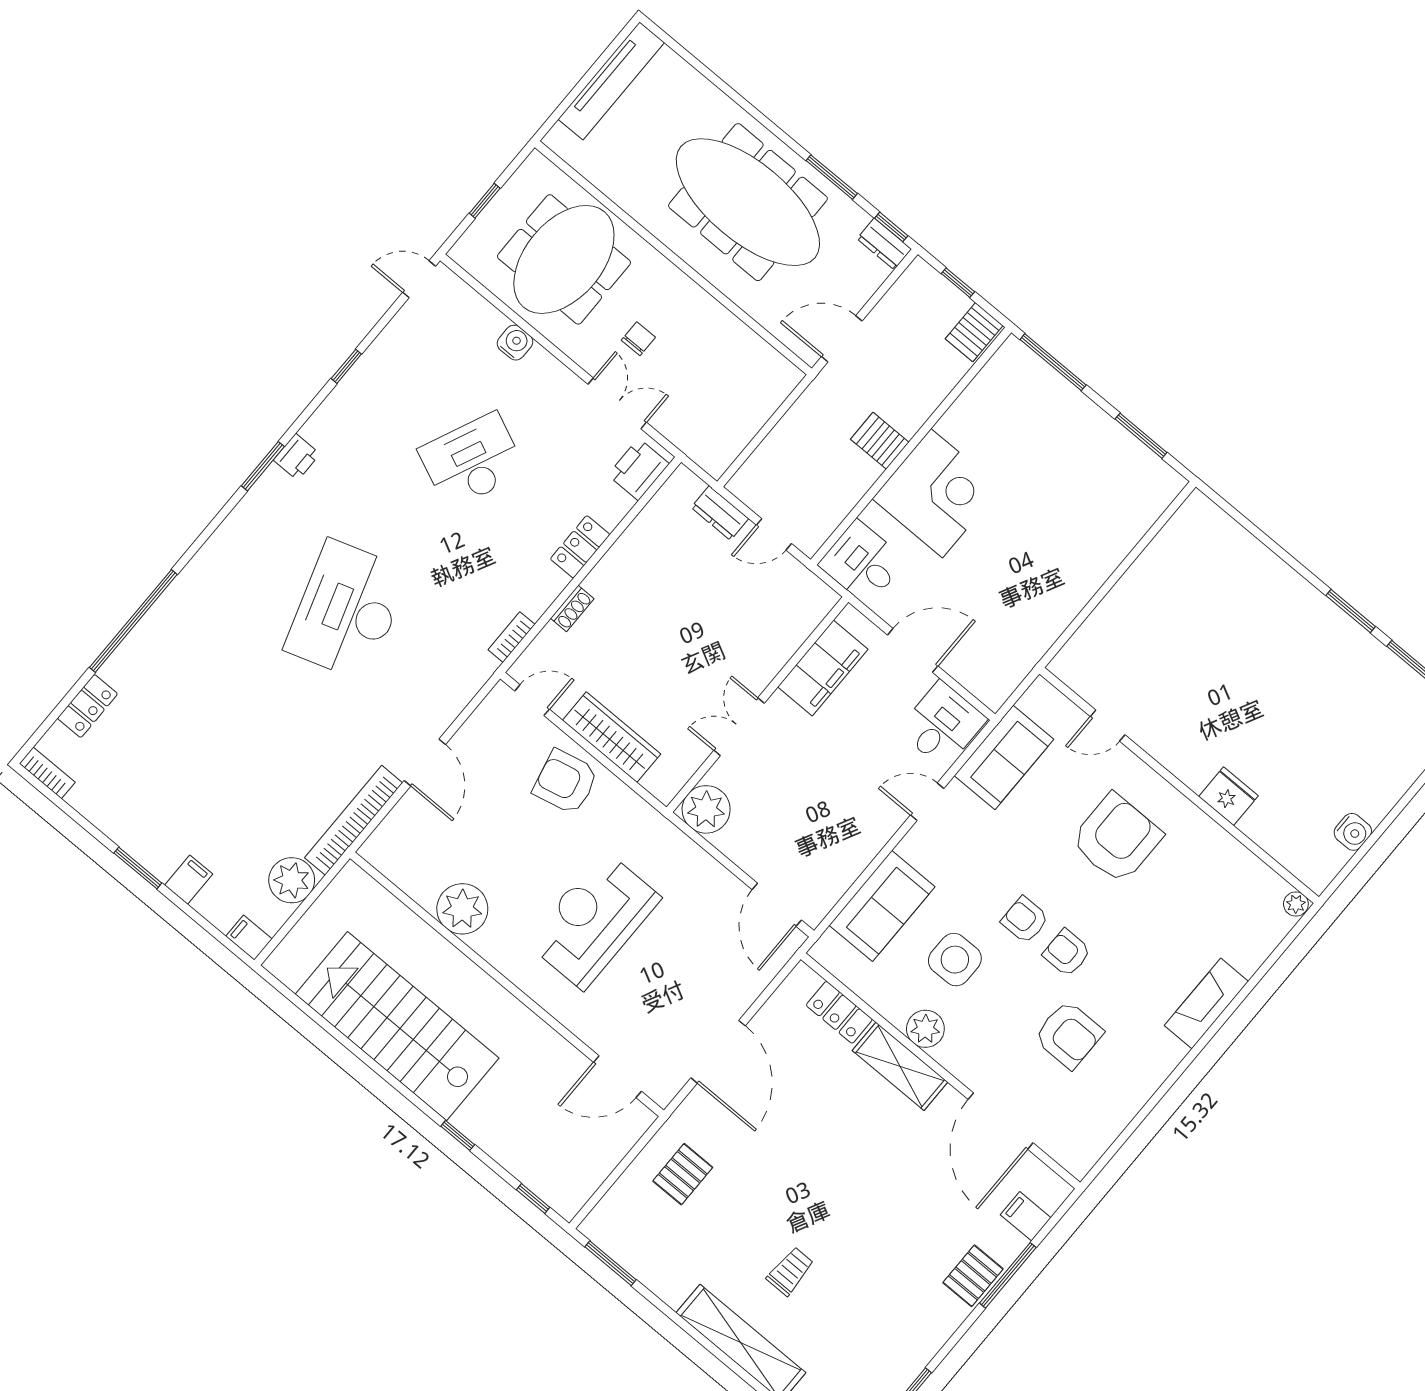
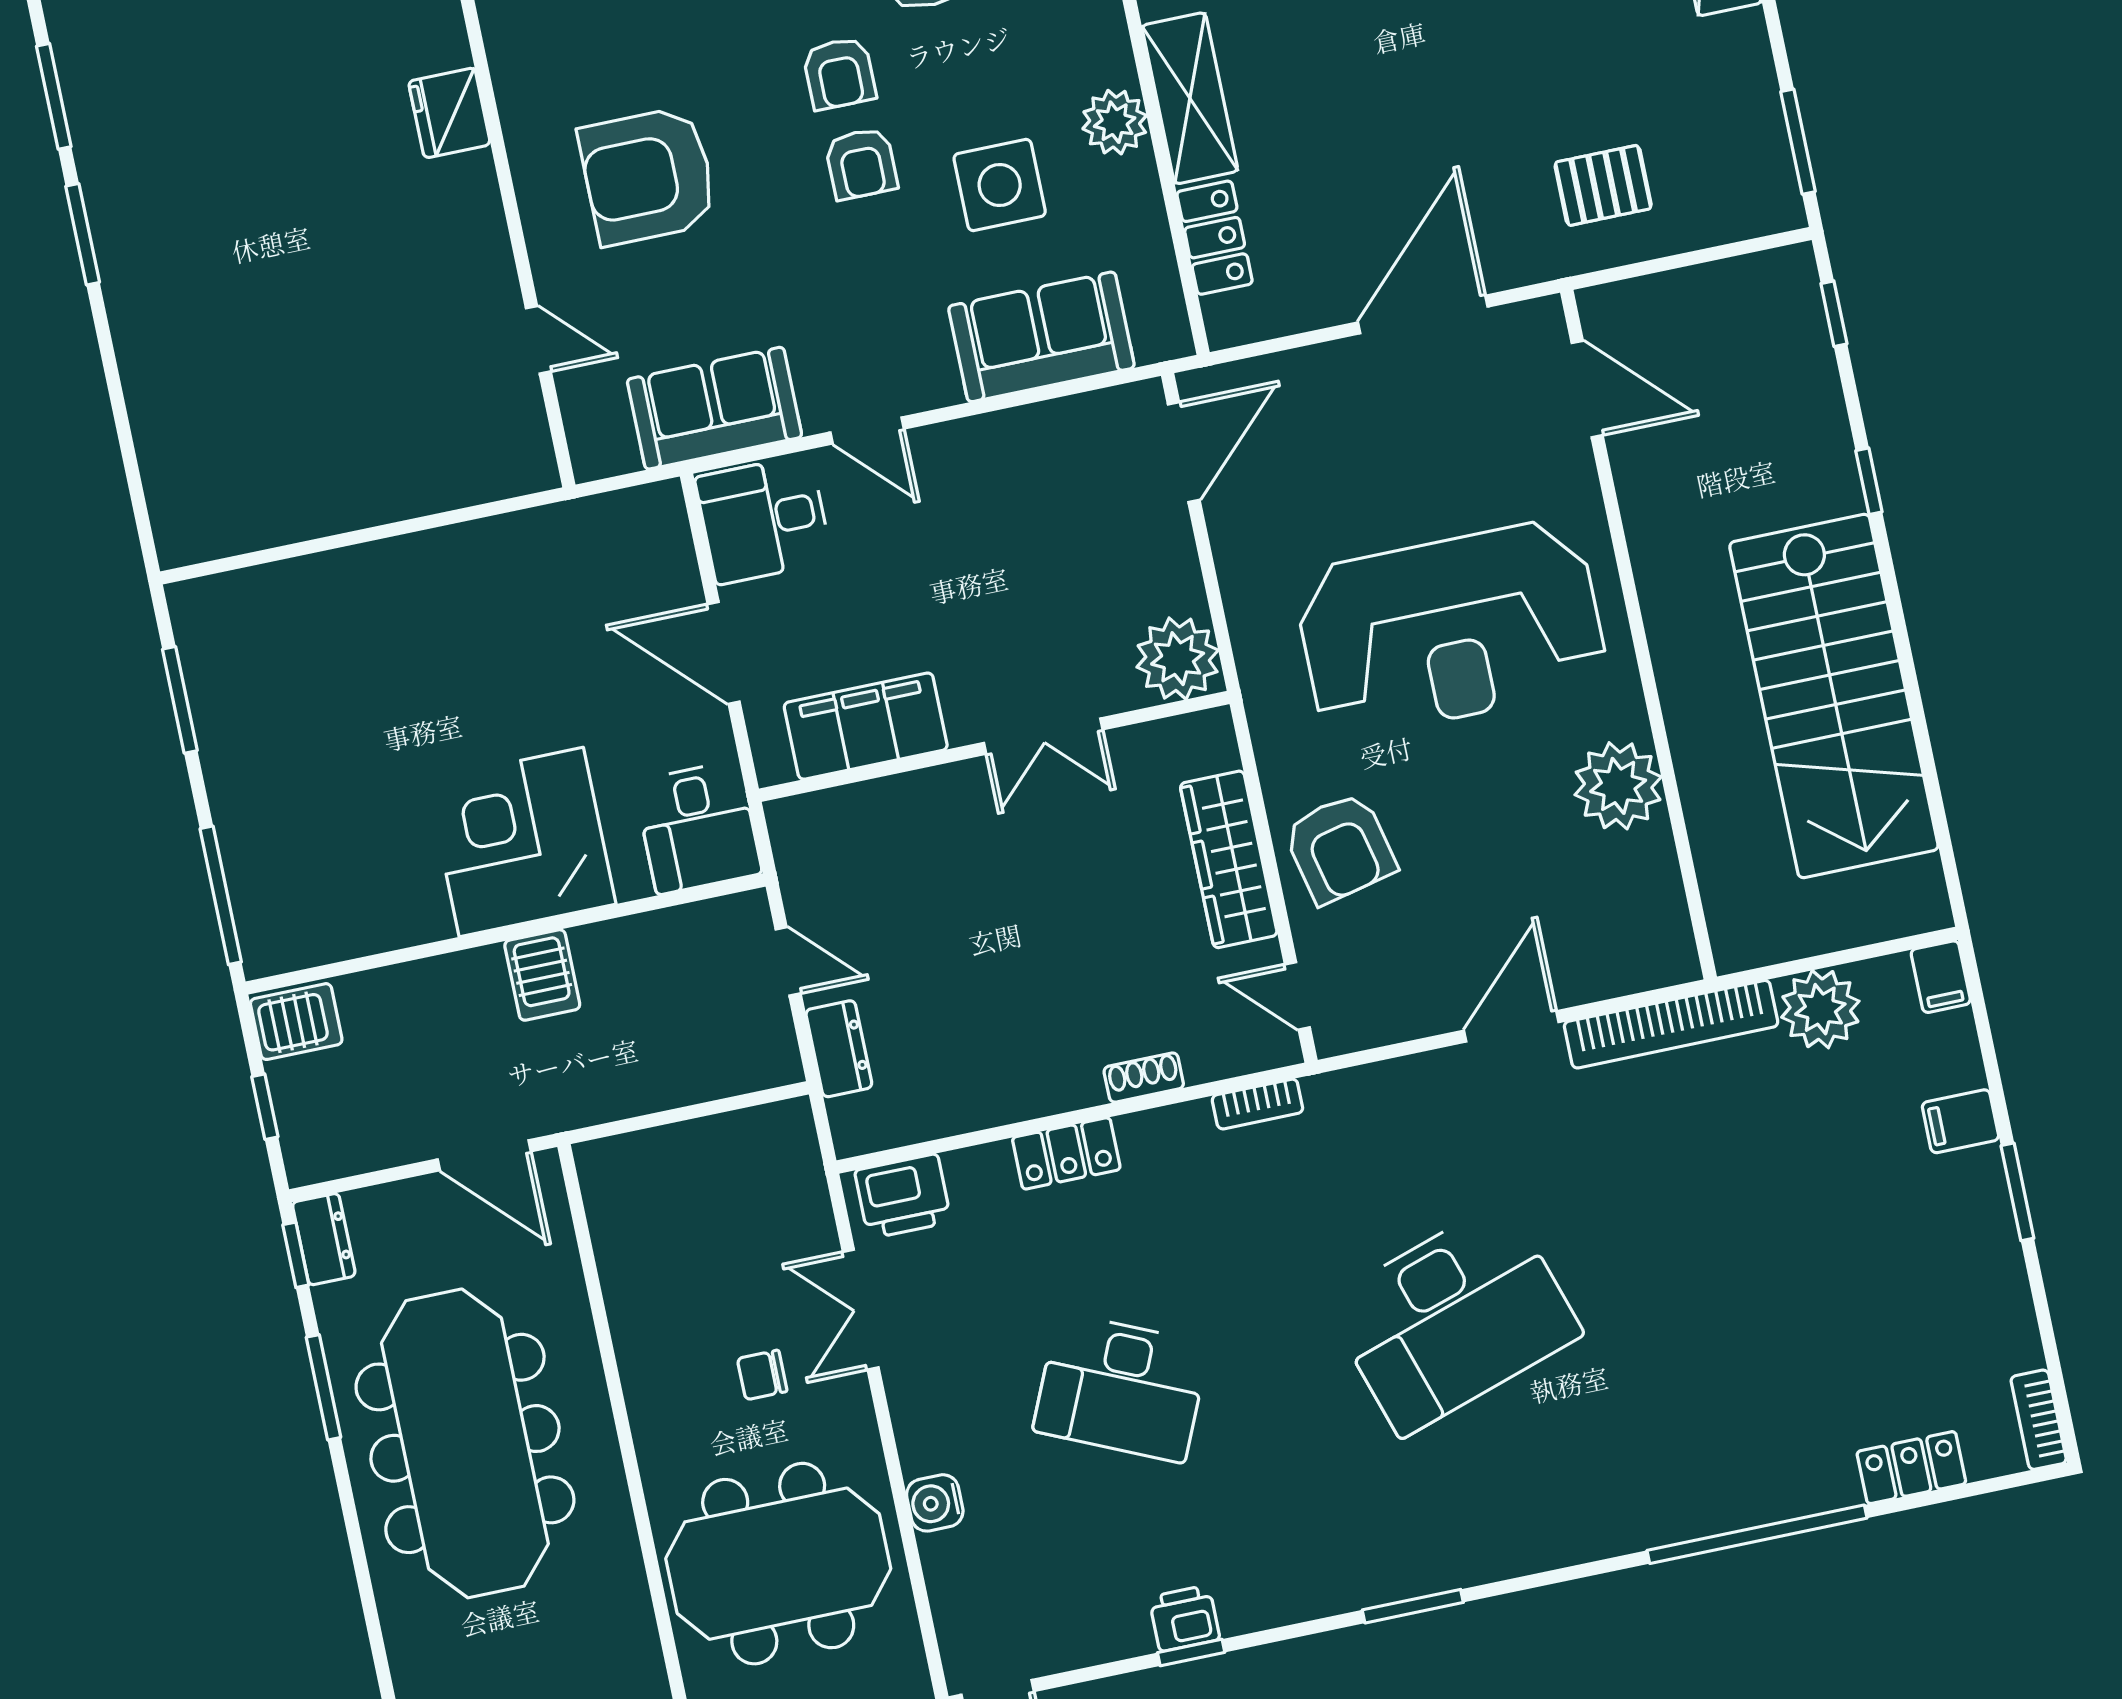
printer: (297, 457) -> (1184, 1618), moved
reception desk: (593, 920) -> (1451, 629), width x1.36, depth x1.30

